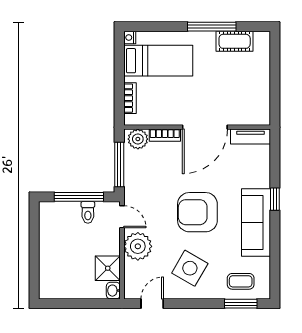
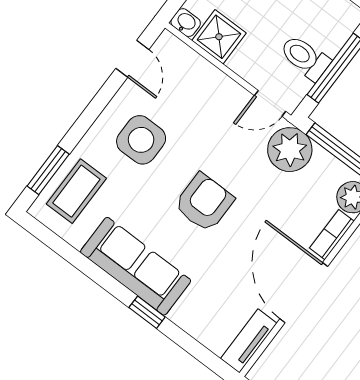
toilet: (88, 212) -> (305, 58), width x1.37, depth x1.39
armchair: (197, 212) -> (204, 203), width x0.73, depth x0.73
plant: (138, 246) -> (290, 150), moved
side table: (190, 268) -> (141, 140), turned -30
coffee table: (241, 281) -> (76, 191), width x1.36, depth x1.30

